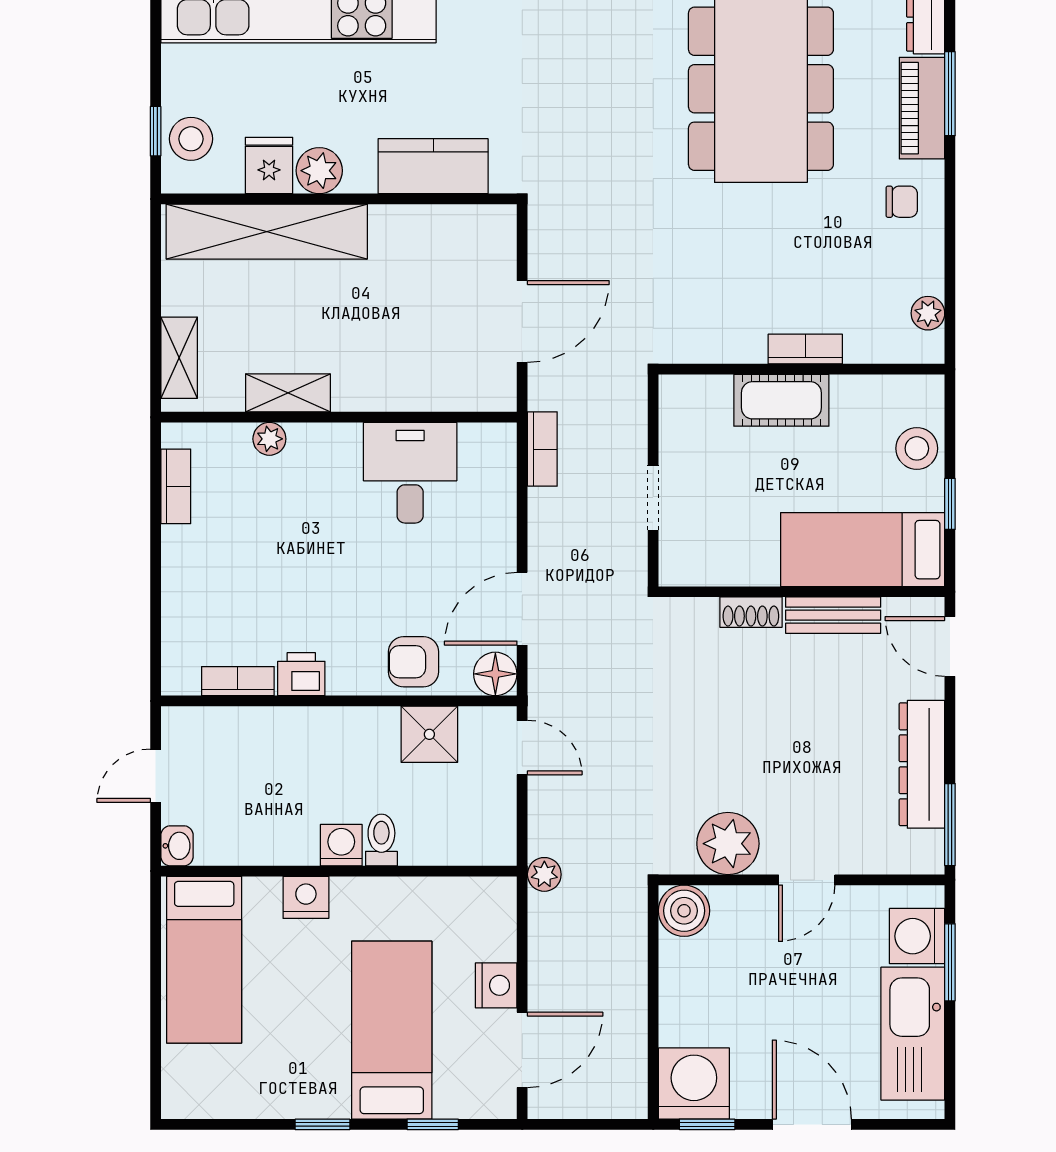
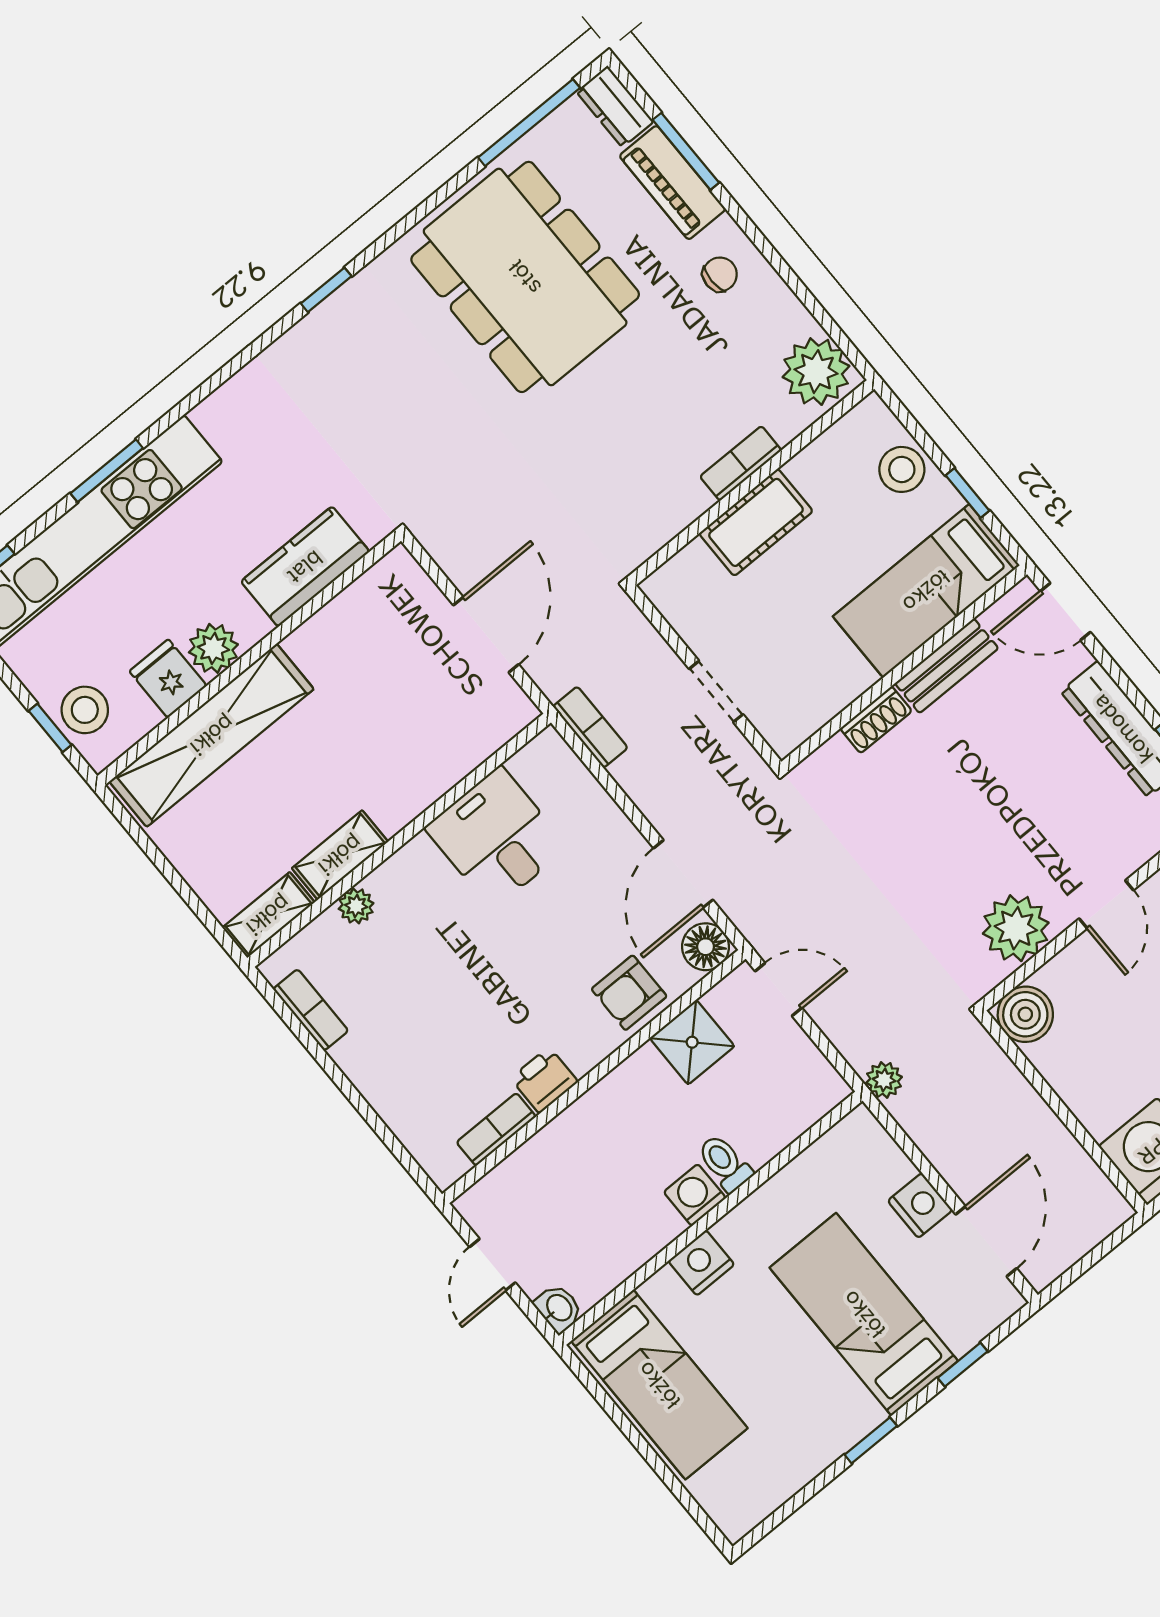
plant: (928, 313) -> (816, 372), width x1.87, depth x1.87
shelving: (179, 358) -> (268, 915), moved, turned 90

